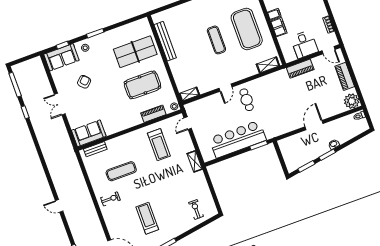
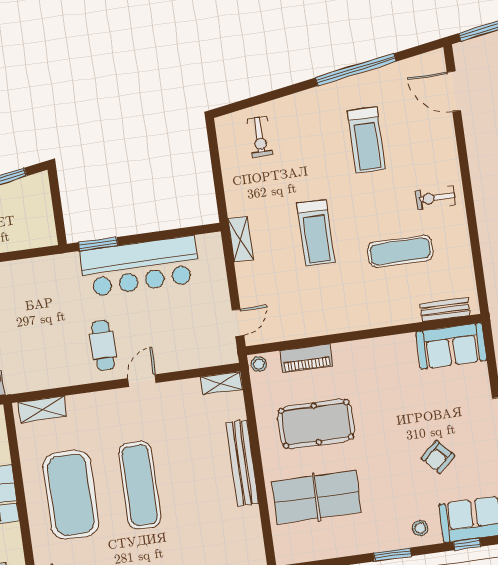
exercise mat: (216, 40) -> (140, 485), width x1.36, depth x1.45
bench: (165, 41) -> (242, 463), moved
treadmill: (159, 145) -> (316, 233), moved, turned 180

